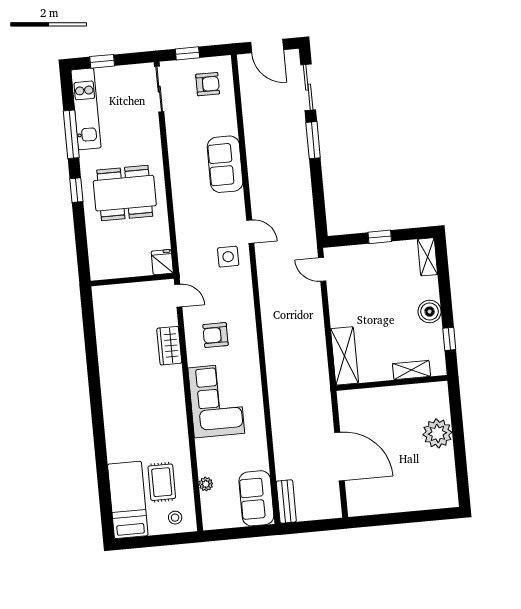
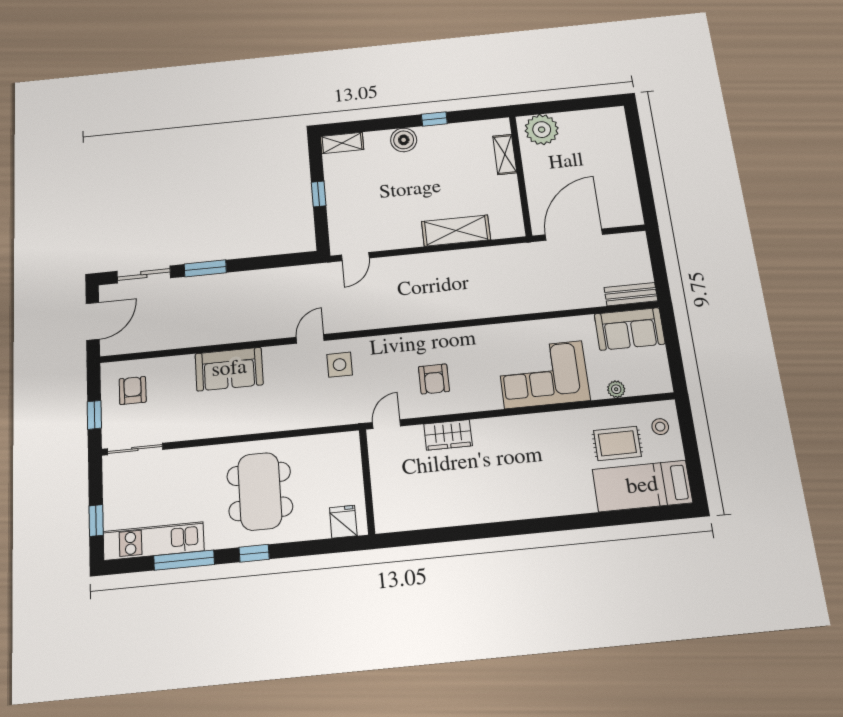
fridge: (162, 262) -> (343, 522), moved, turned 90
shelving: (411, 370) -> (505, 154), moved
wall: (392, 383) -> (520, 175), moved
corner sofa: (216, 401) -> (543, 375), moved

